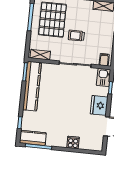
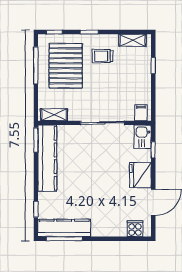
trolley: (76, 36) -> (103, 56), moved
kitchen counter: (33, 138) -> (64, 228), width x1.50
cooker: (73, 142) -> (135, 229), moved

